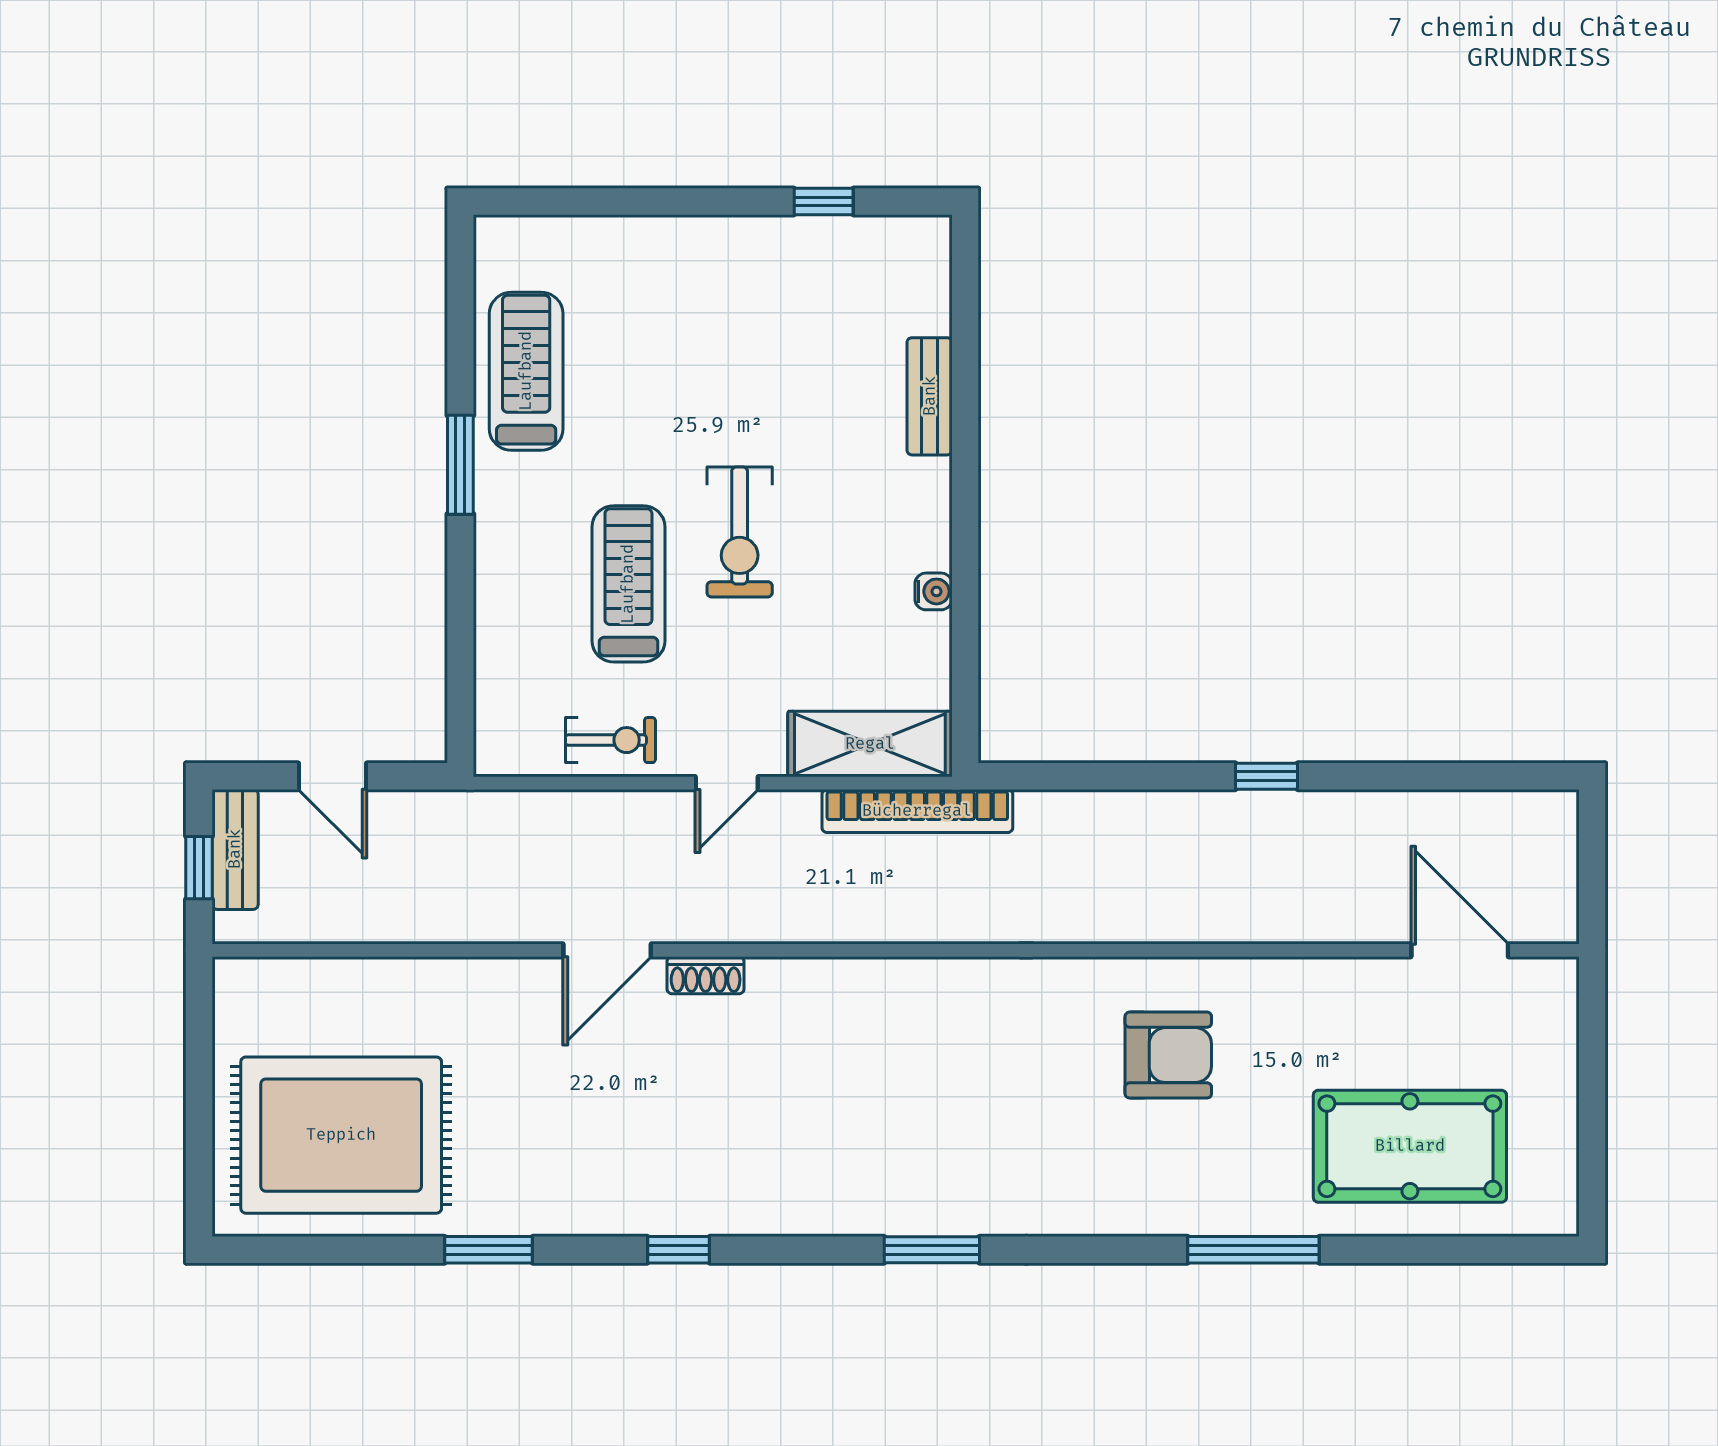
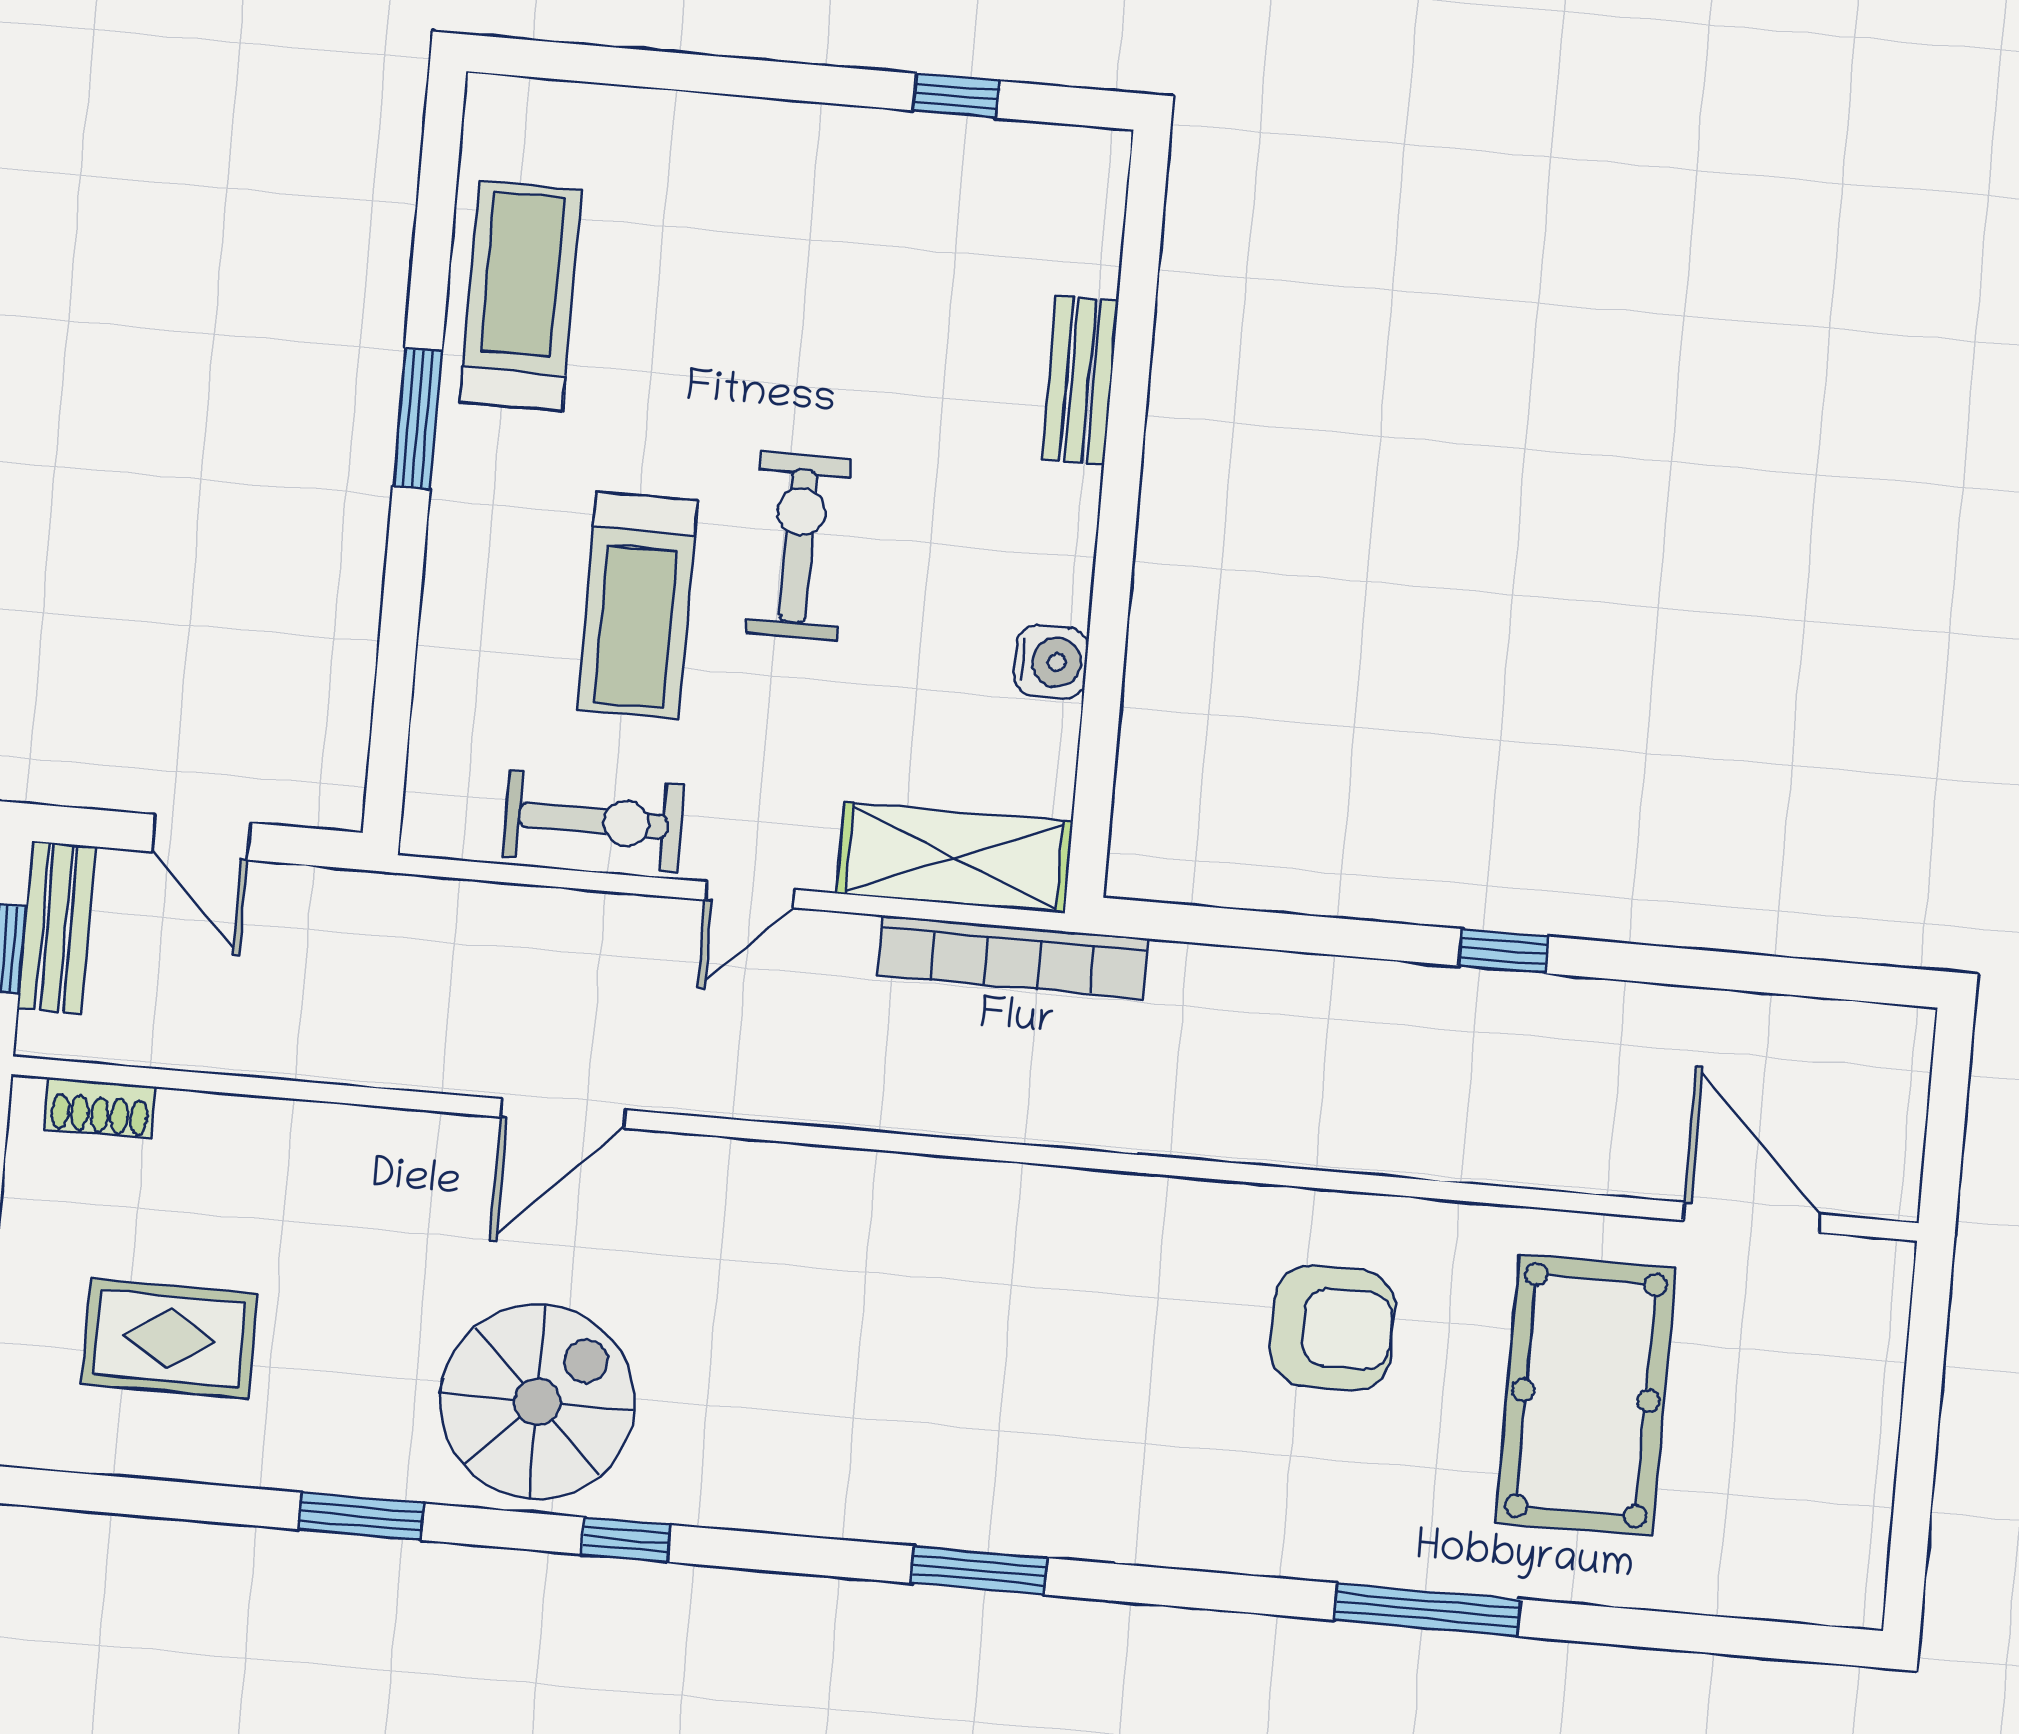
exercise bike: (740, 532) -> (799, 546), turned 180
treadmill: (628, 584) -> (637, 605), turned 180
water cooler: (934, 591) -> (1051, 662), width x1.38, depth x1.38
exercise bike: (610, 740) -> (593, 821), width x1.38, depth x1.39
shoe rack: (706, 975) -> (100, 1108), moved
rug: (341, 1135) -> (169, 1339), width x0.54, depth x0.49
pool table: (1410, 1146) -> (1586, 1395), moved, turned 90
spiral stairs: (607, 1157) -> (537, 1402), added

